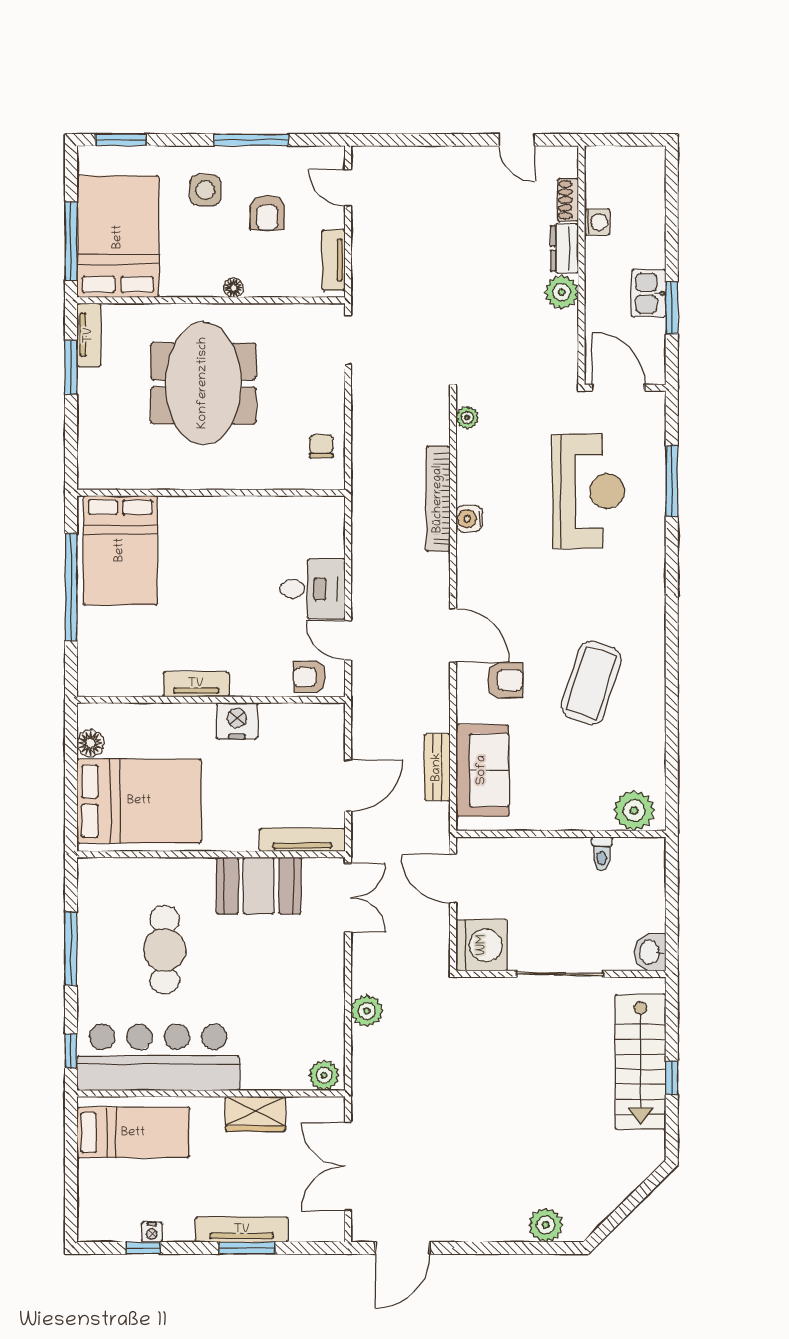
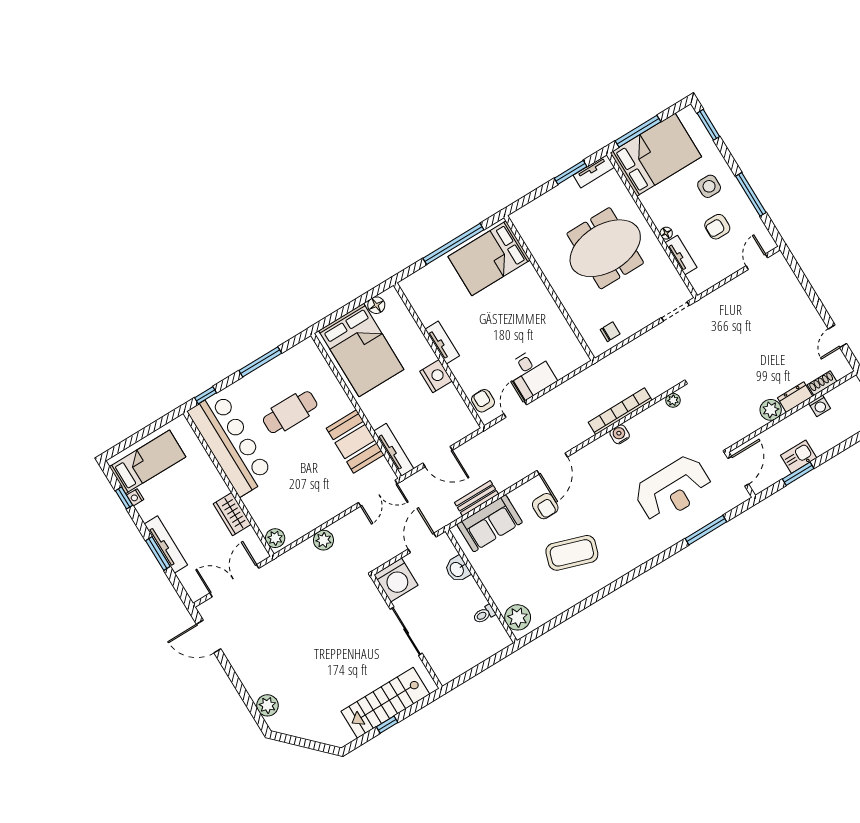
tv unit: (334, 260) -> (681, 255), moved, turned 90
washbasin: (650, 952) -> (457, 569), moved, turned -90
bed: (133, 1133) -> (148, 462), moved, turned -90

